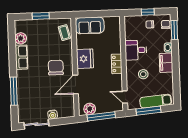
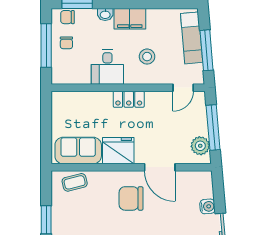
window: (148, 12) -> (46, 46), width x2.17
sofa: (90, 25) -> (78, 151), moved, turned -90

